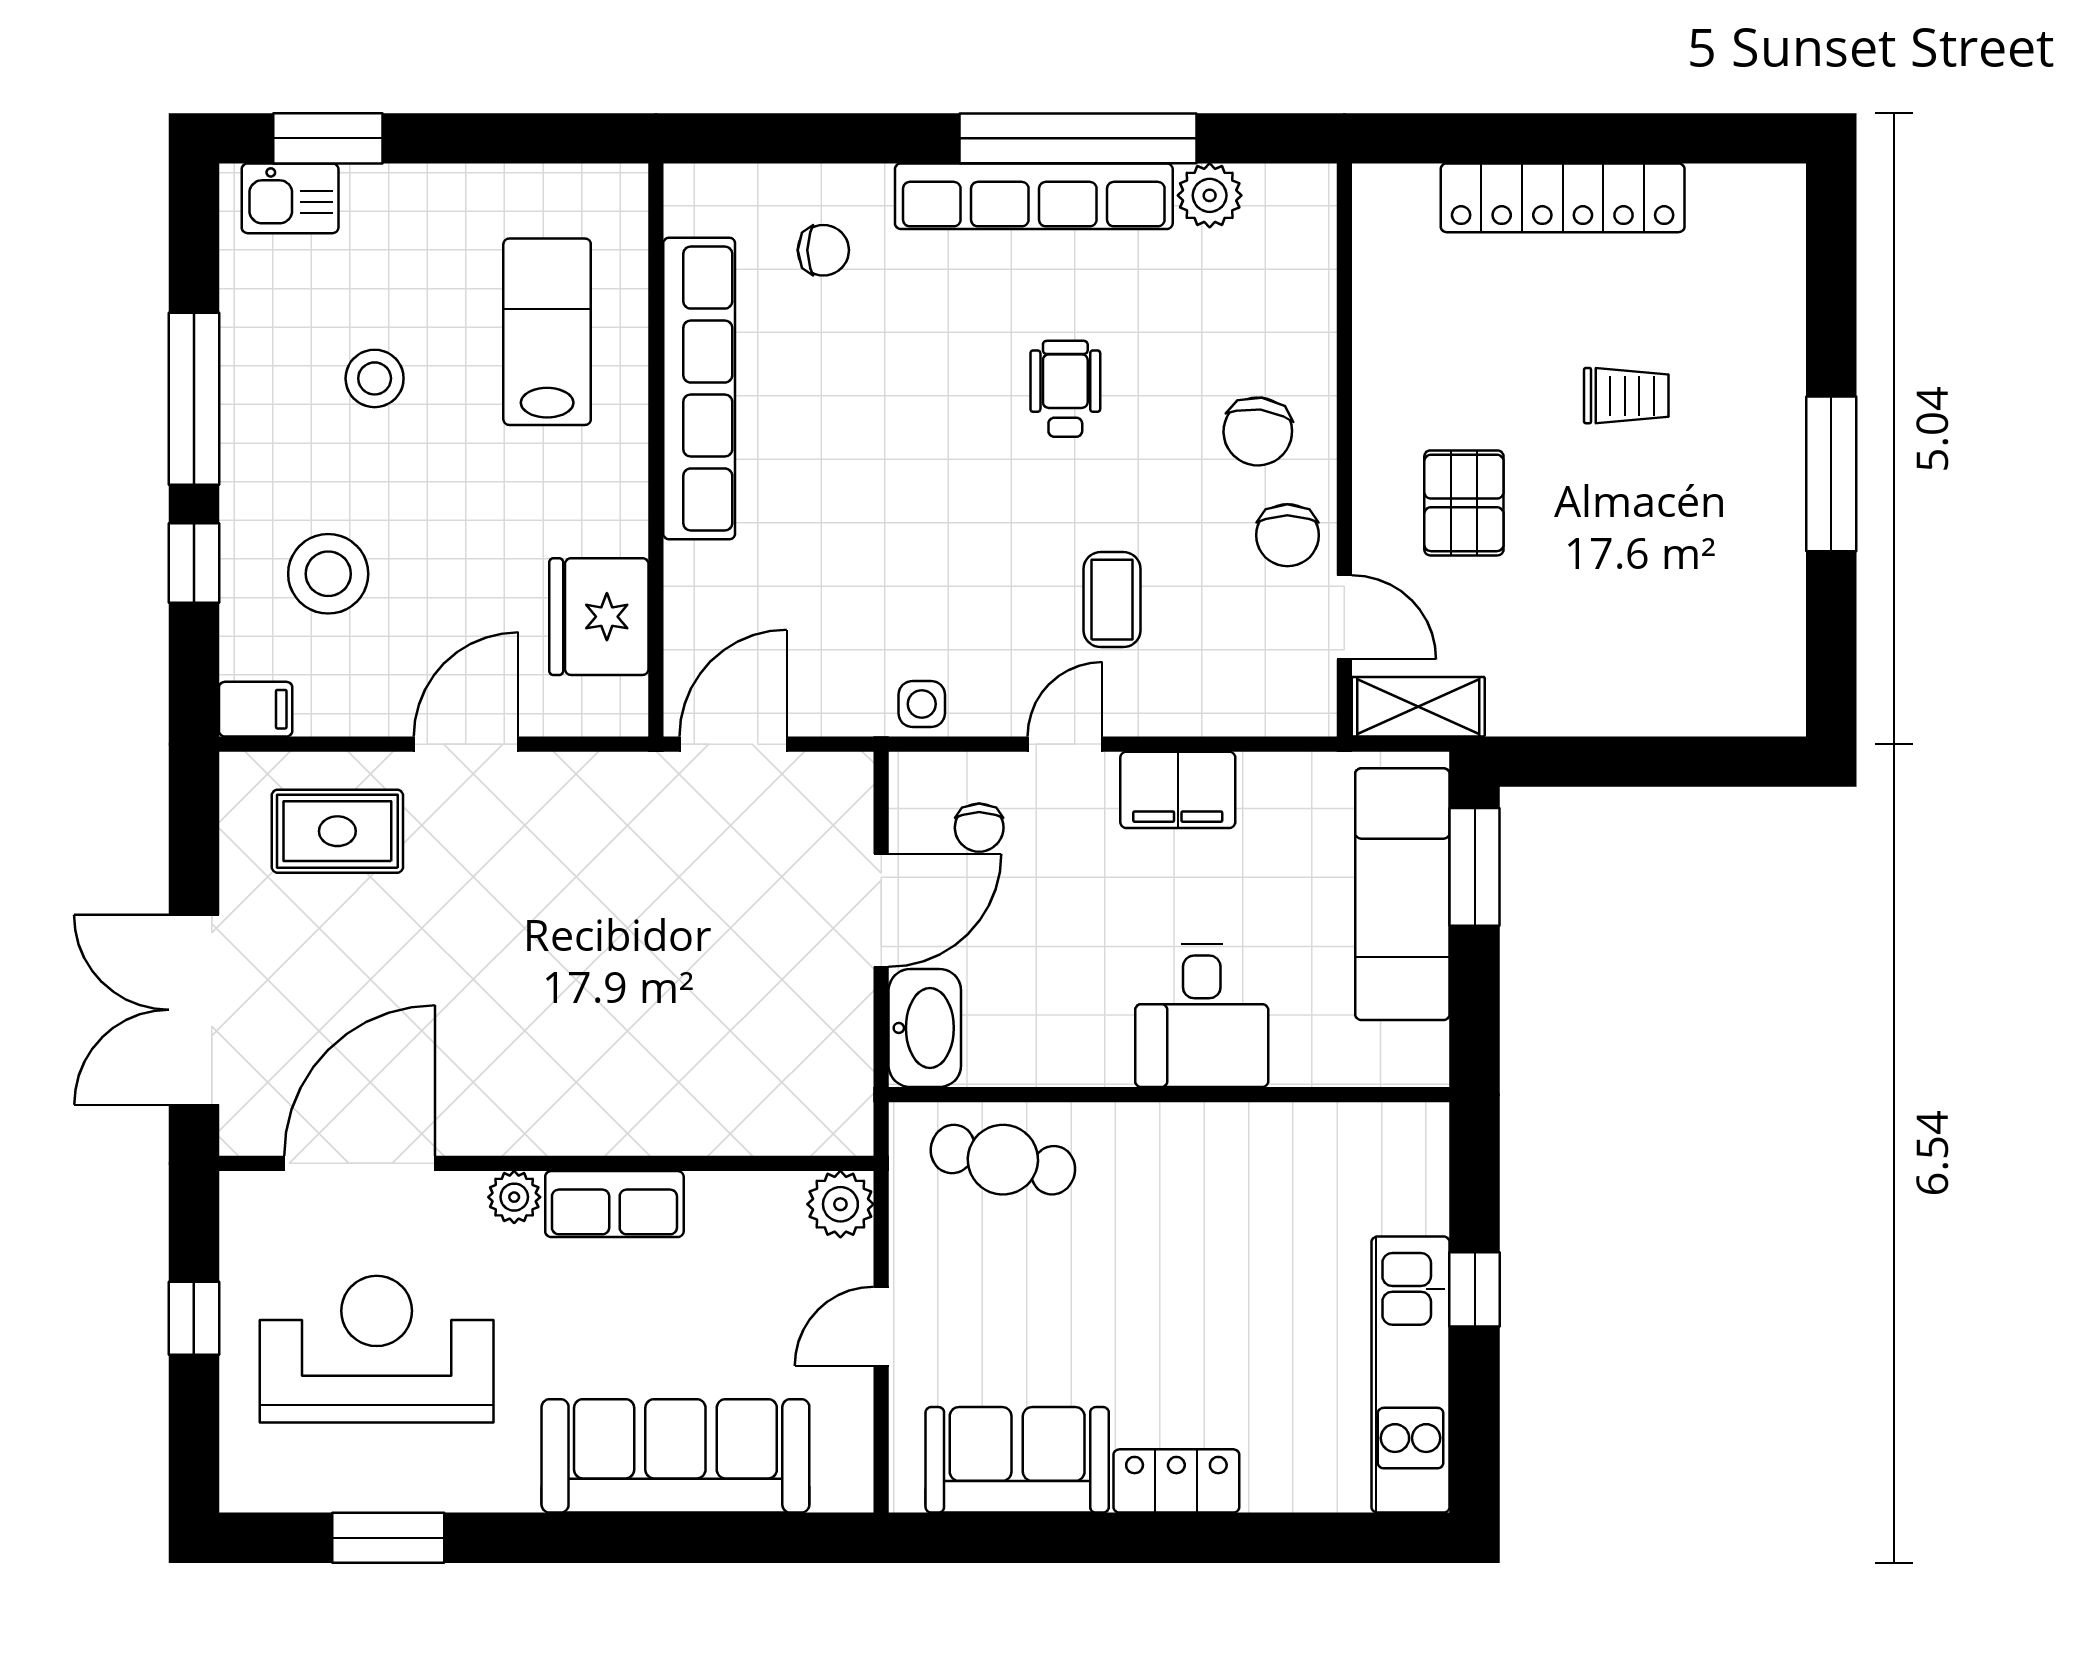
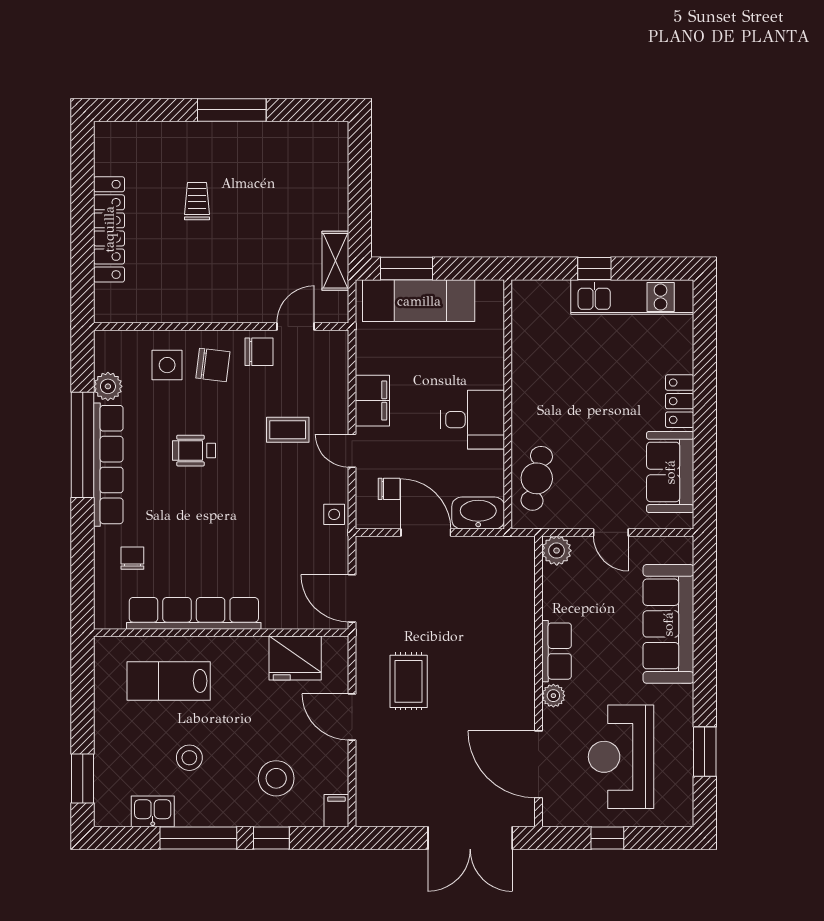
kitchen sink: (290, 198) -> (153, 811), moved, turned -90
side table: (1258, 328) -> (167, 365), added
pallet: (1464, 503) -> (245, 273), removed
shelving: (1418, 707) -> (335, 261), moved
rug: (337, 831) -> (409, 681), moved
desk: (1202, 1016) -> (473, 420), moved

